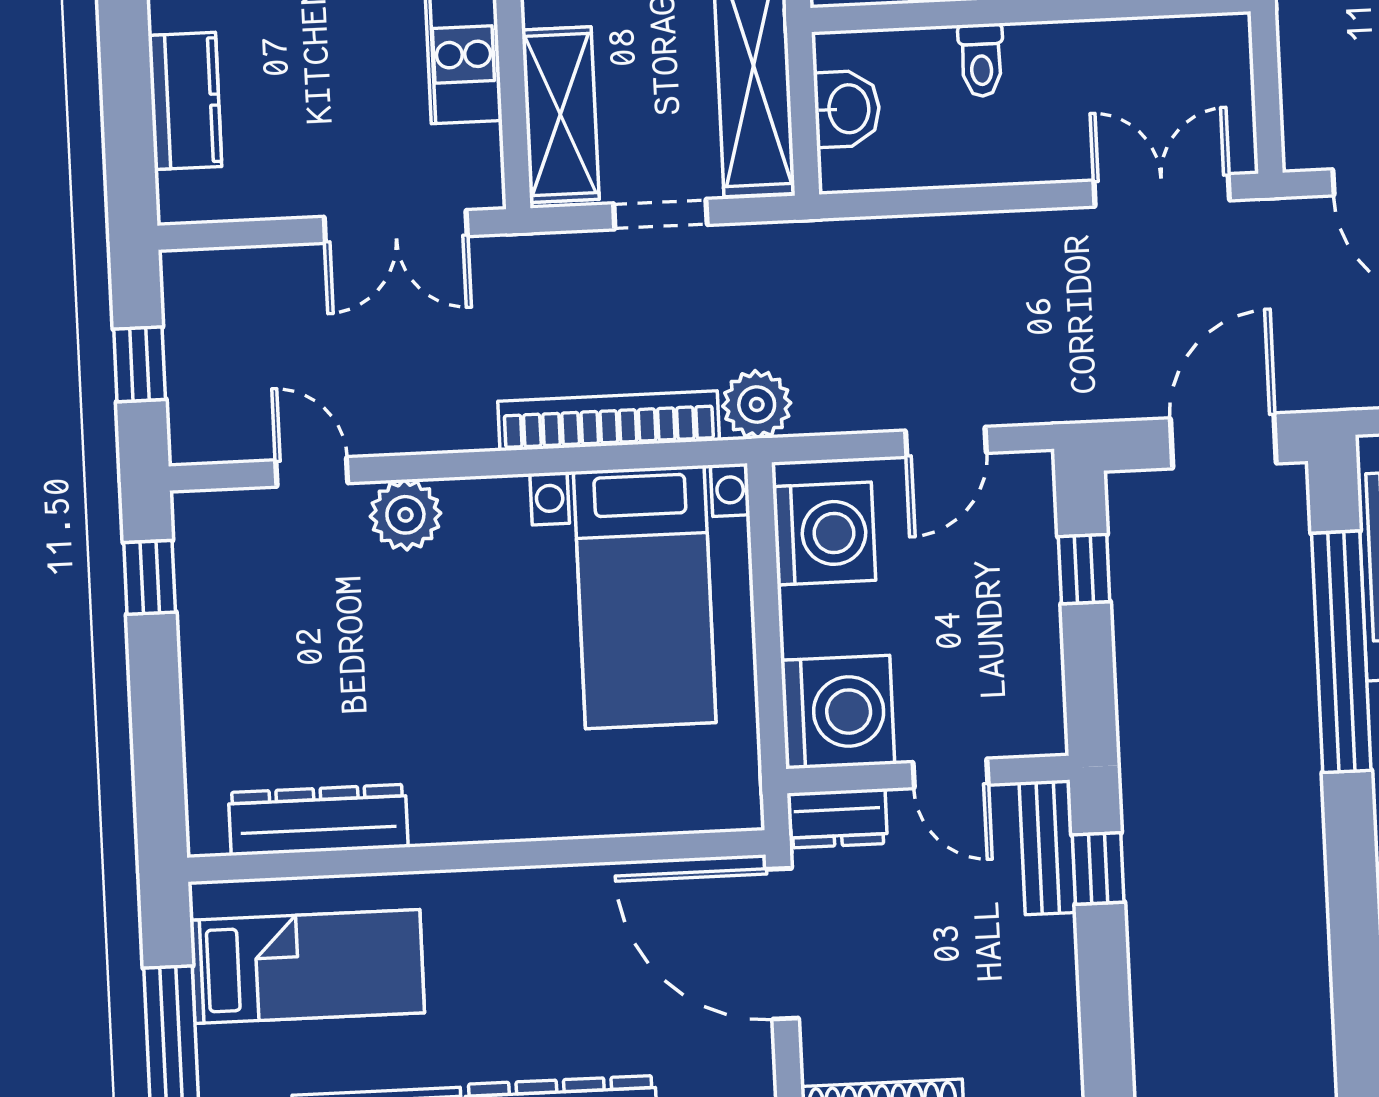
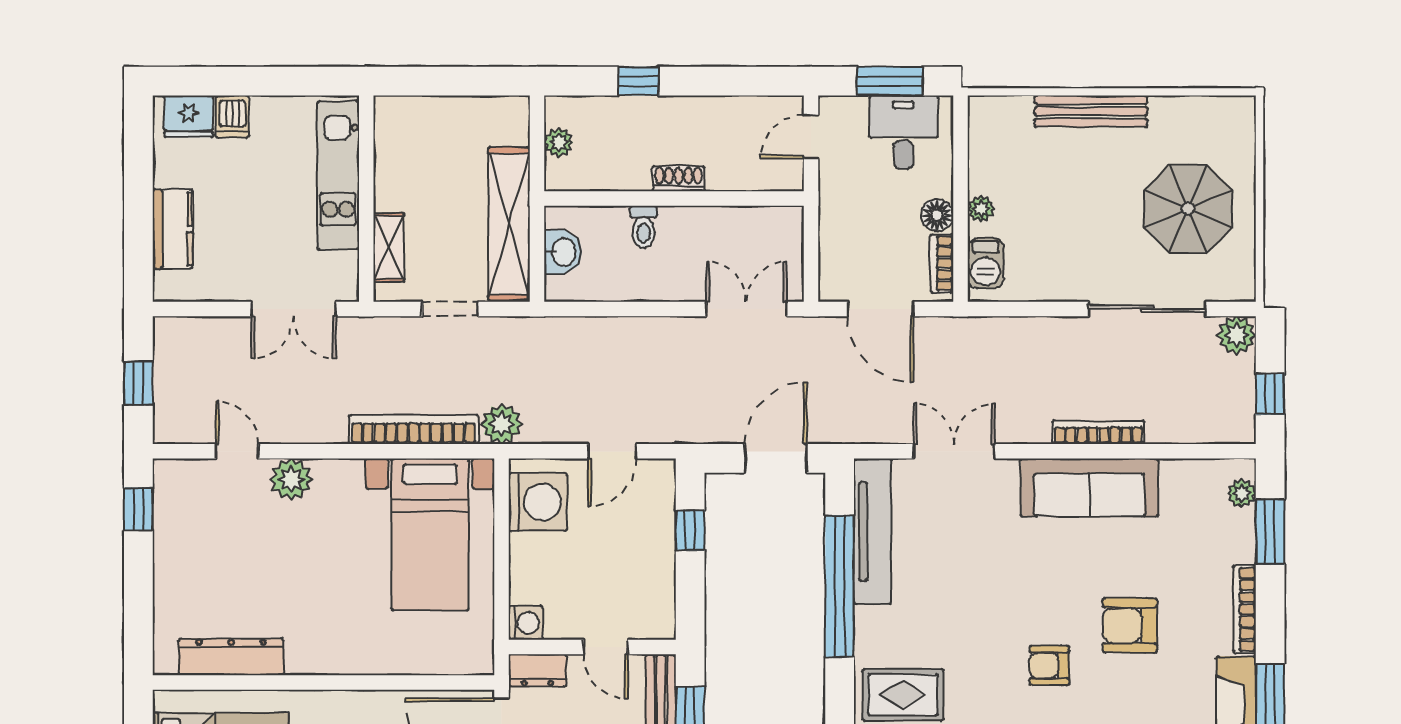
shelving: (560, 115) -> (389, 247), width x0.67, depth x0.75
washing machine: (838, 712) -> (526, 623), width x0.53, depth x0.53

